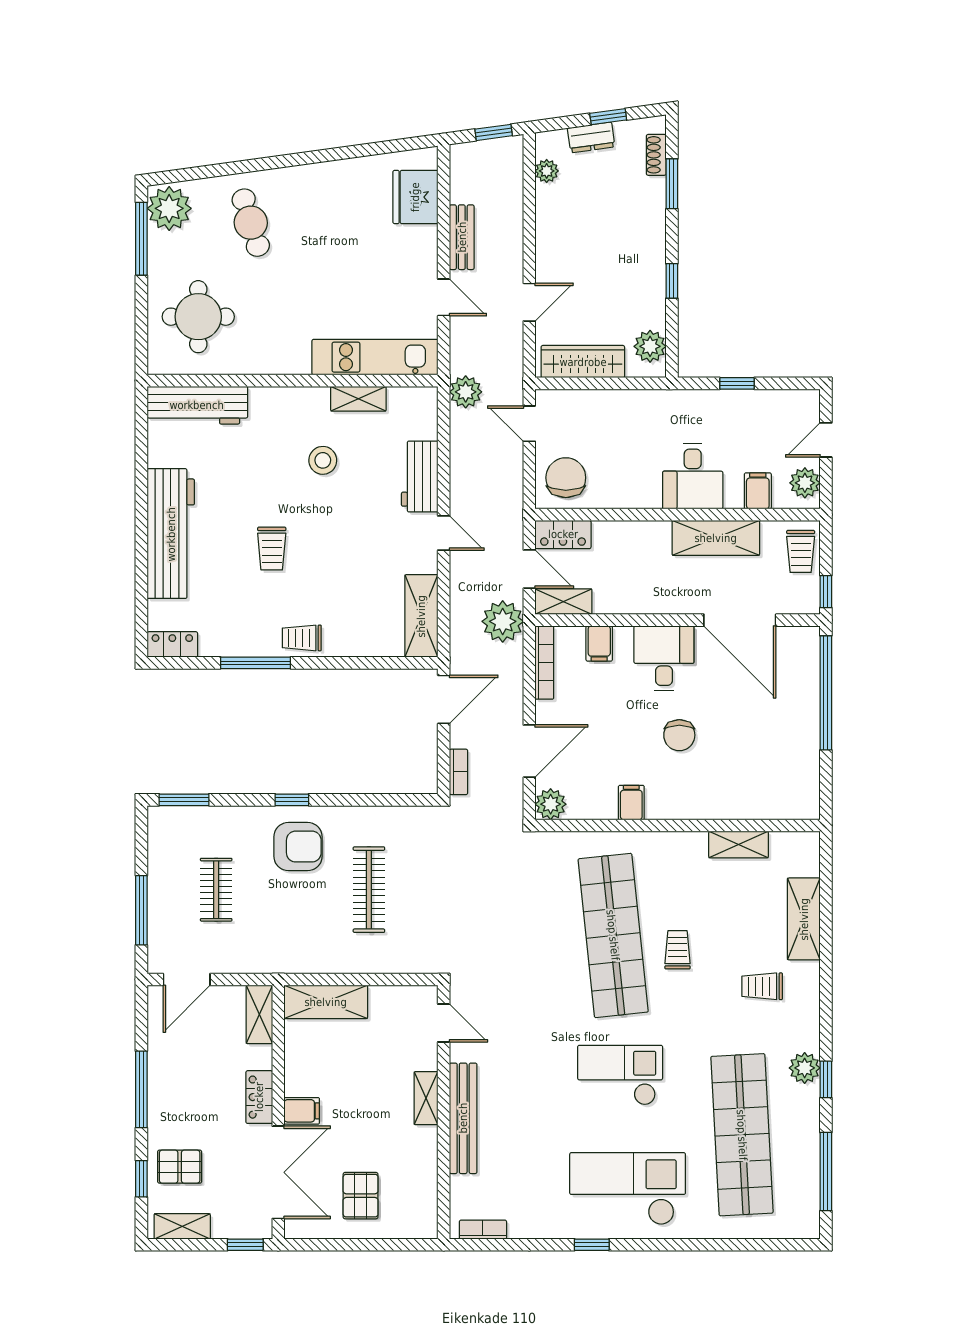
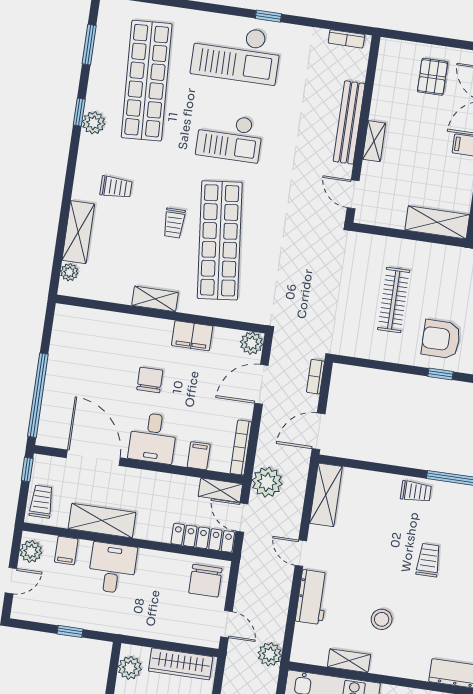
locker: (563, 534) -> (203, 538), width x1.53
filing cabinet: (631, 803) -> (192, 336), width x2.00
shelving: (739, 845) -> (155, 299), moved
plant: (808, 864) -> (69, 272), added
window: (826, 1172) -> (89, 45), width x0.69

